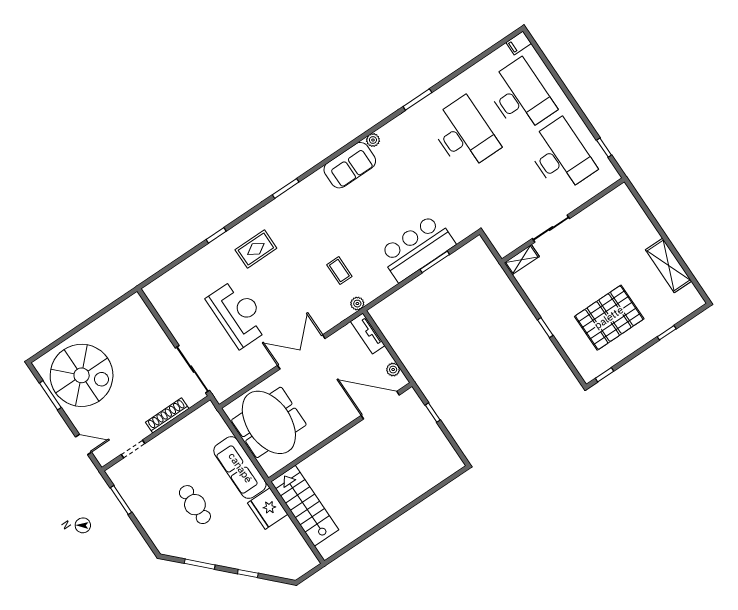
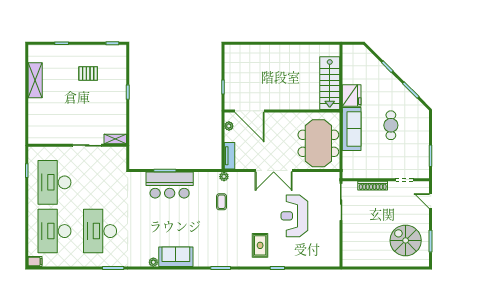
rug: (256, 249) -> (260, 245), turned 90
pallet: (609, 318) -> (88, 73), width x0.49, depth x0.50
spiral stairs: (82, 375) -> (406, 240), width x0.73, depth x0.73

